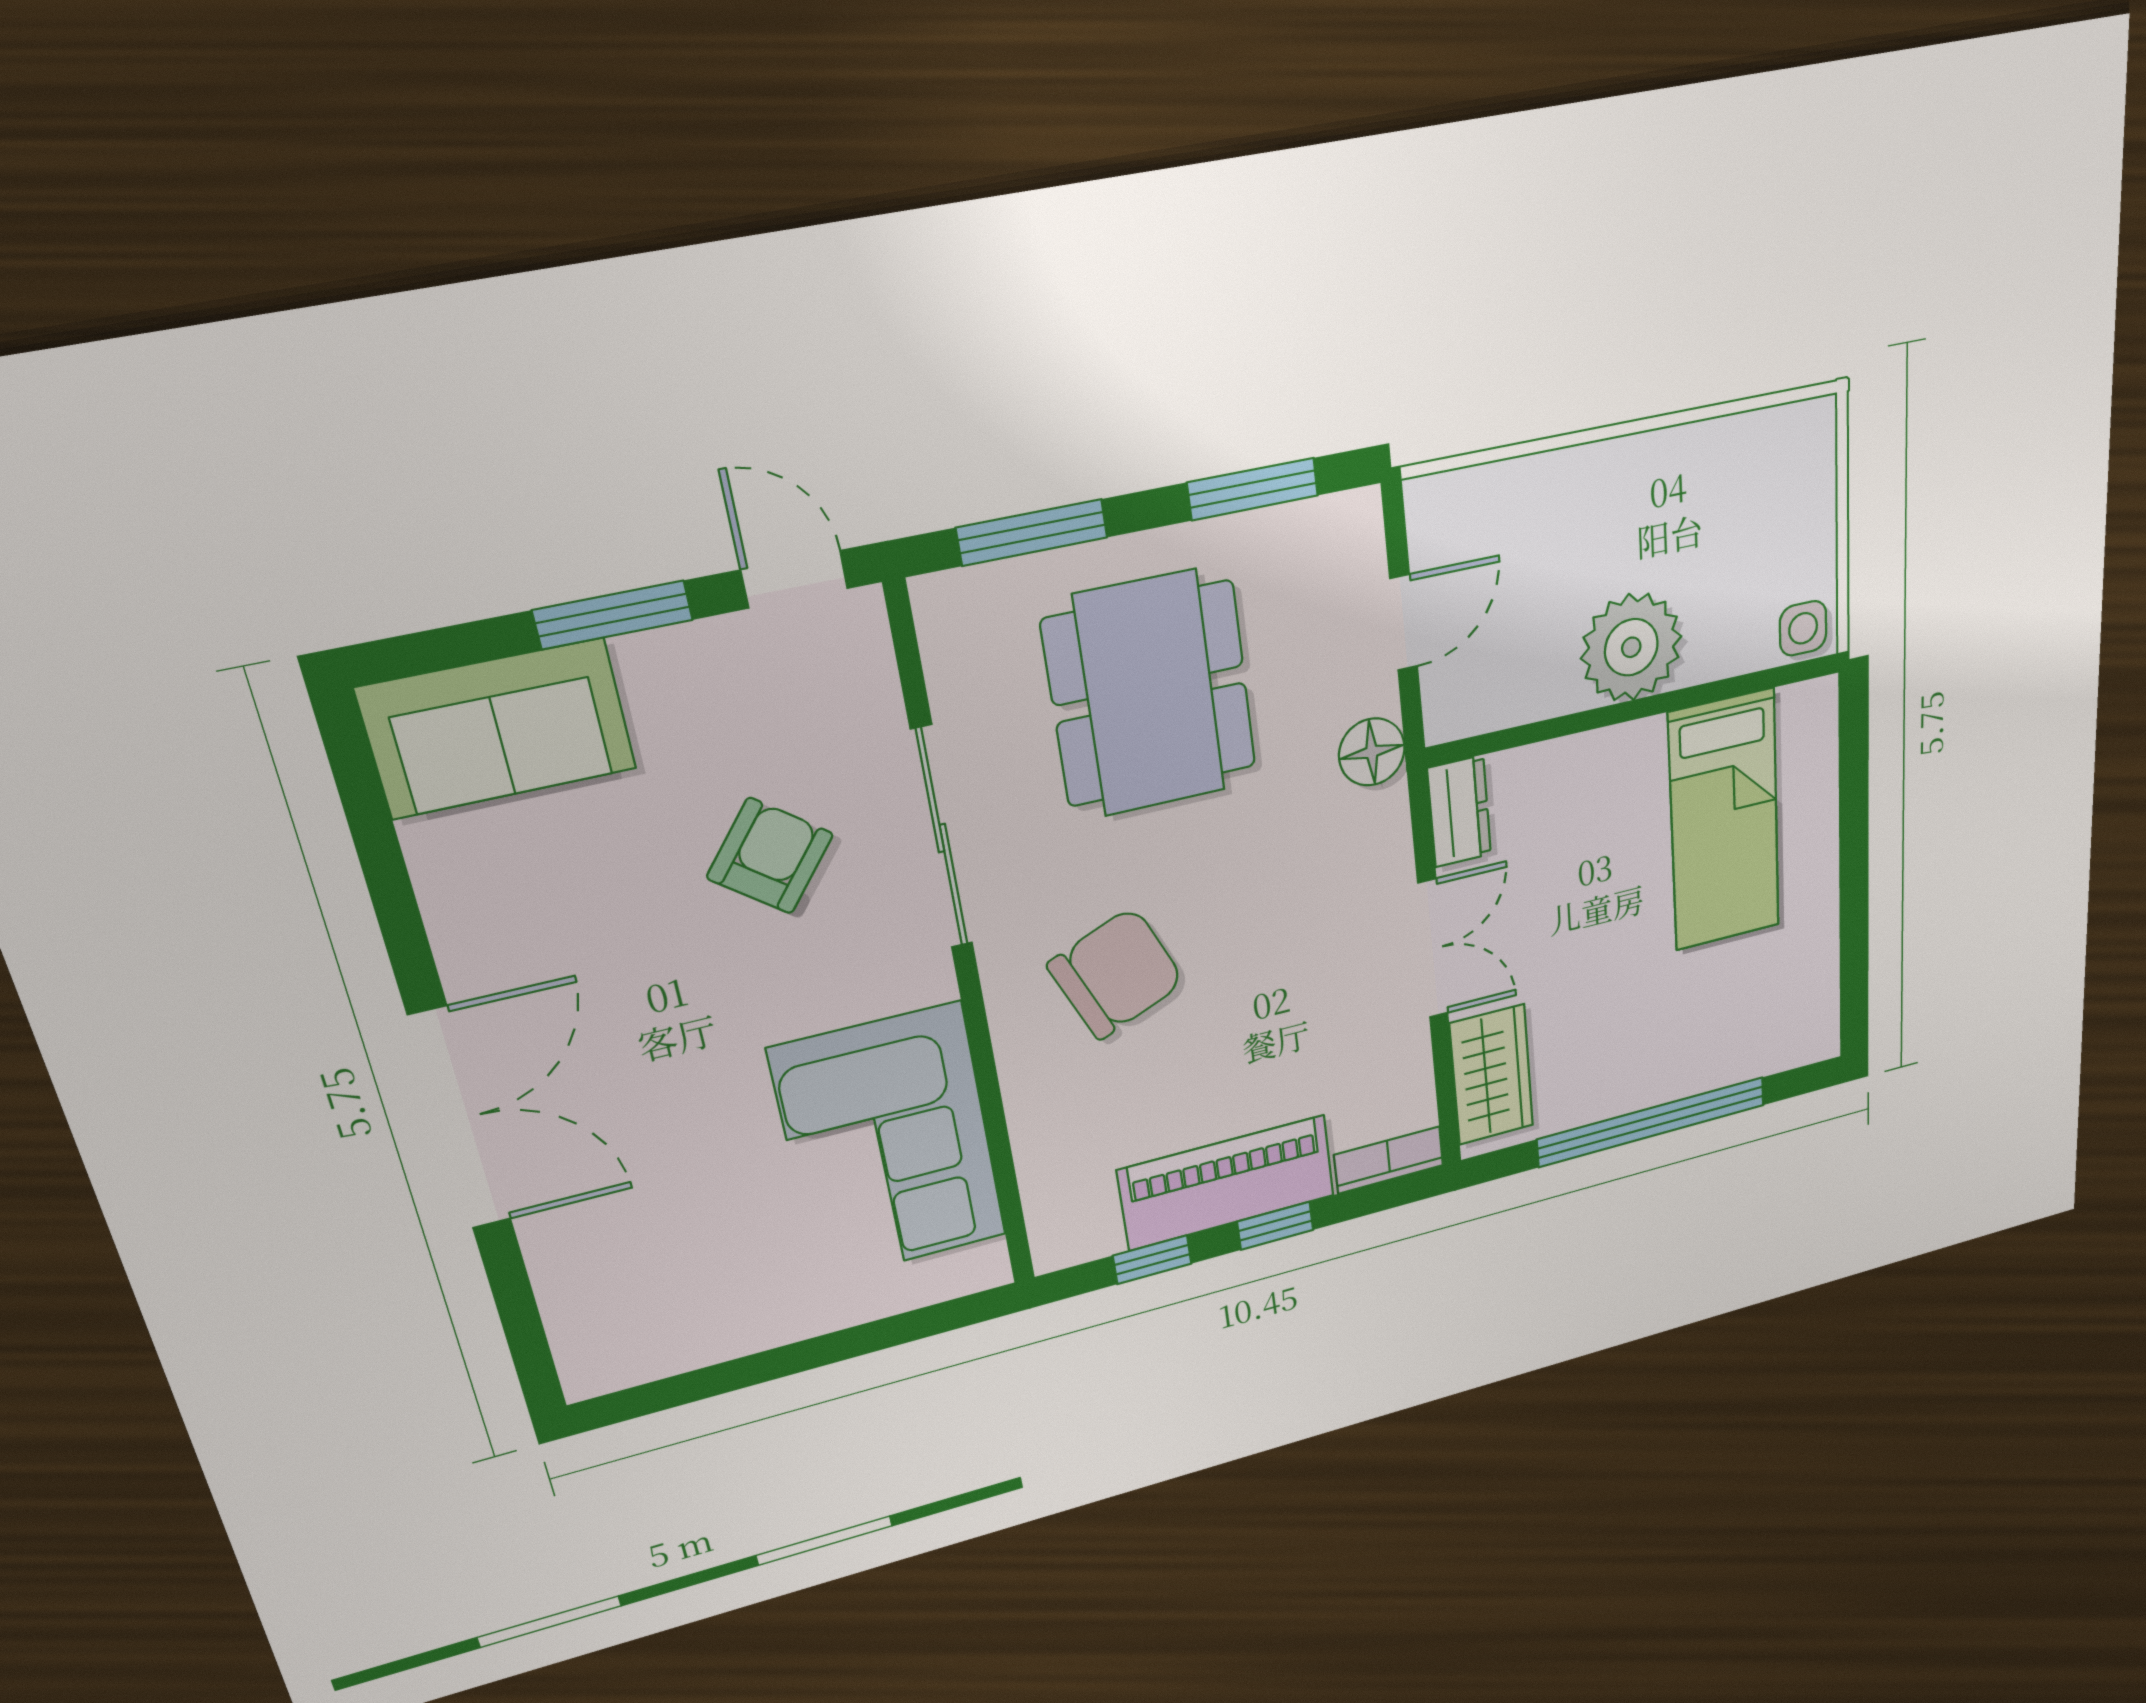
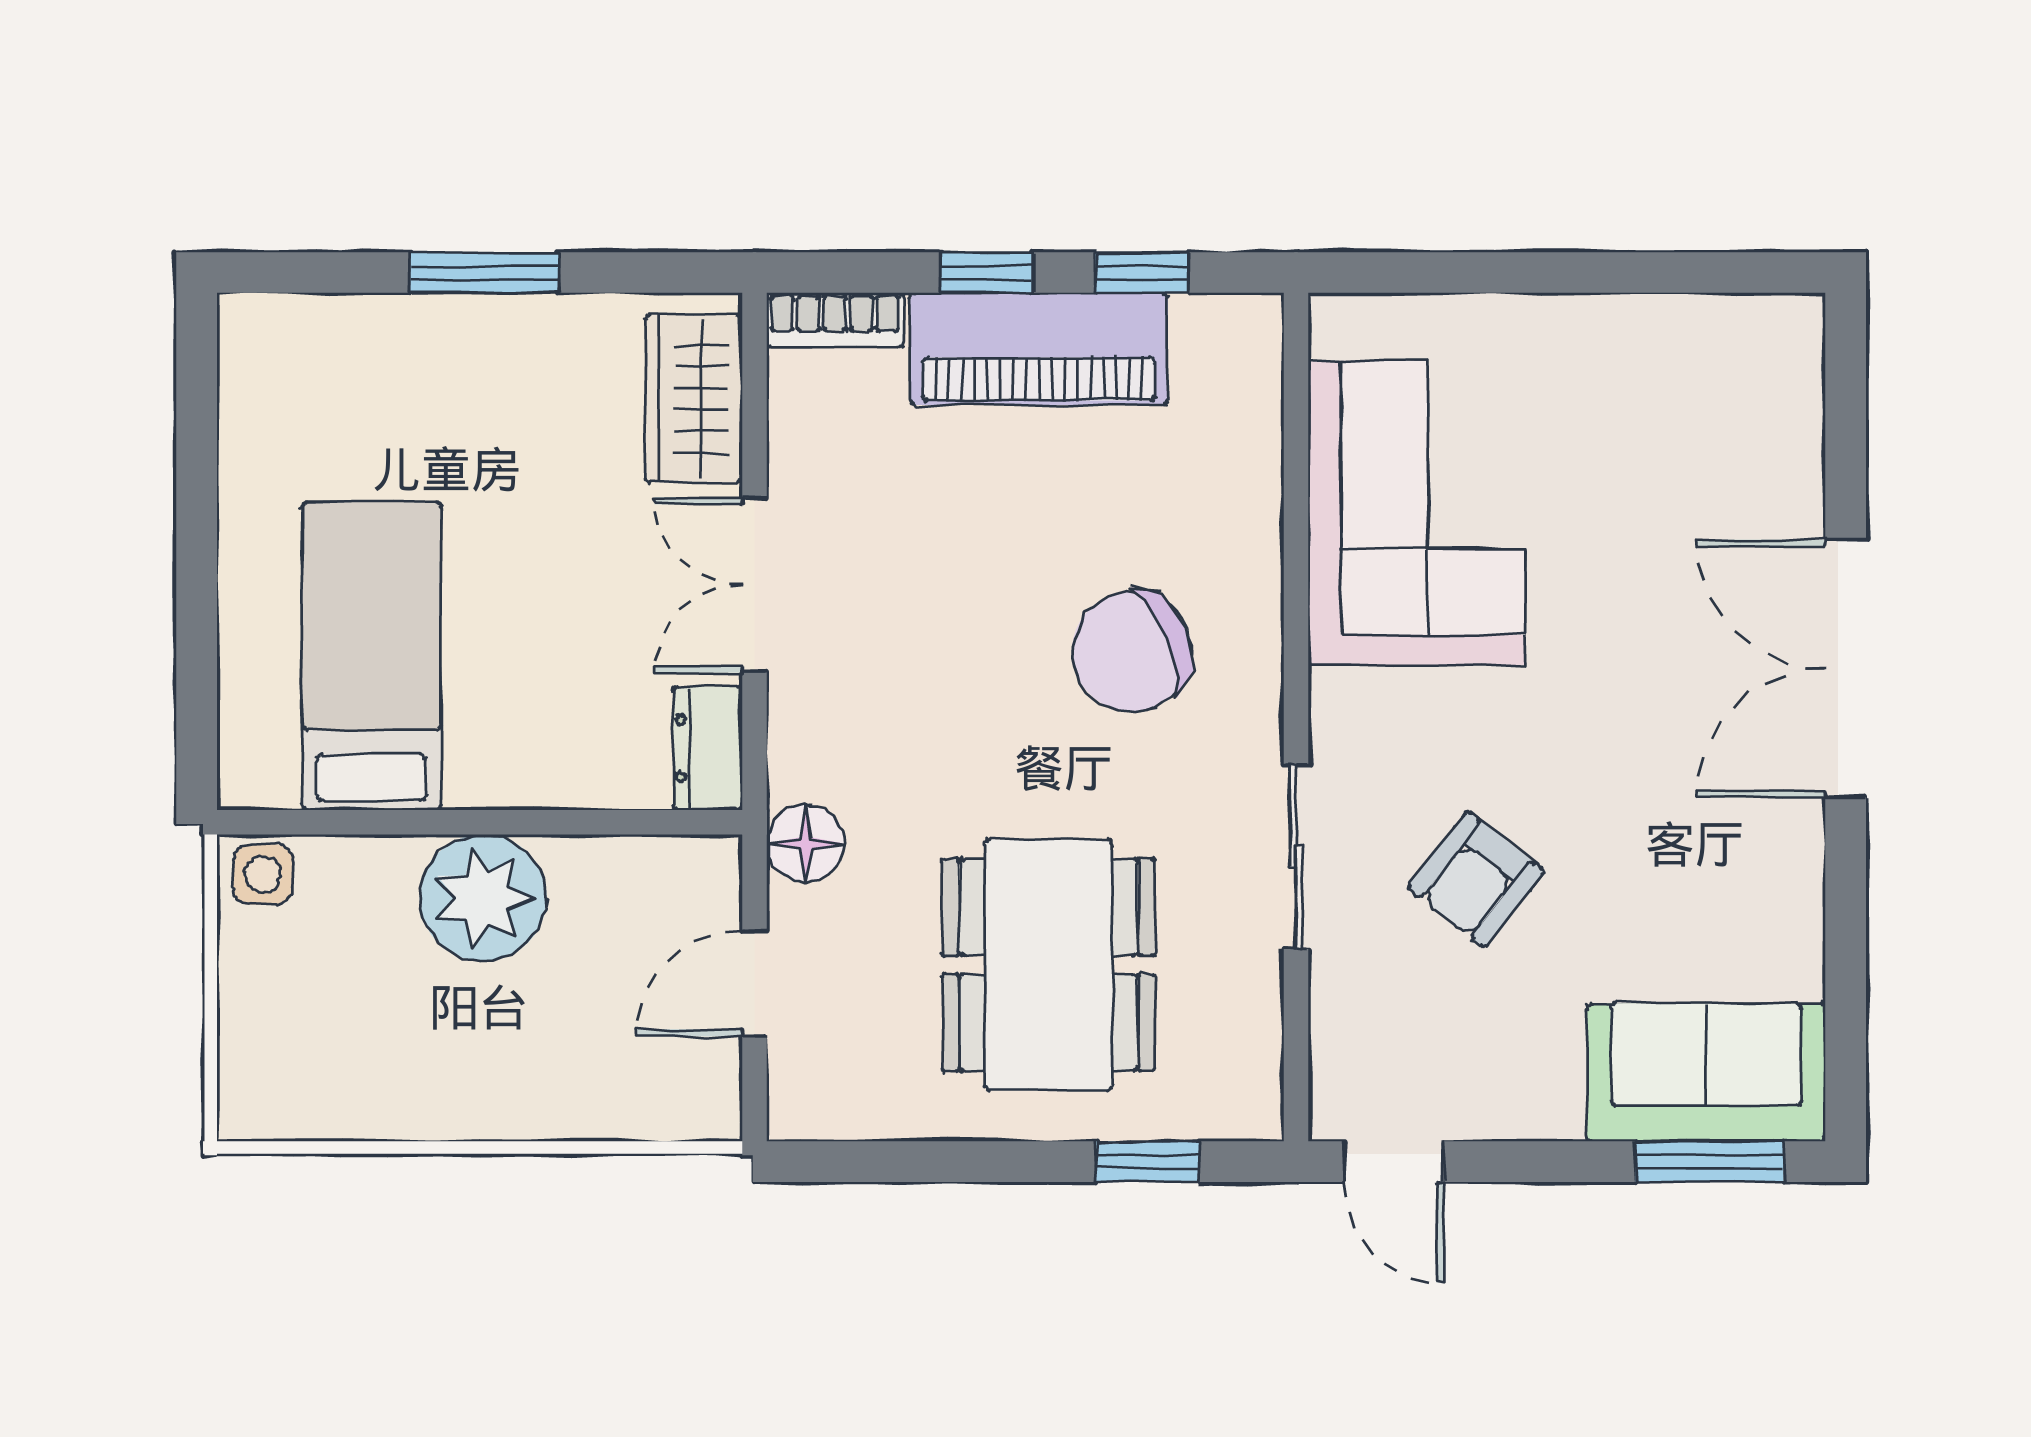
window: (1253, 489) -> (908, 1162), removed
window: (1032, 532) -> (1148, 1162), width x0.67
window: (613, 615) -> (1709, 1162), moved
sliding door: (942, 838) -> (1296, 856), width x0.73
window: (1652, 1122) -> (485, 272), width x0.47

